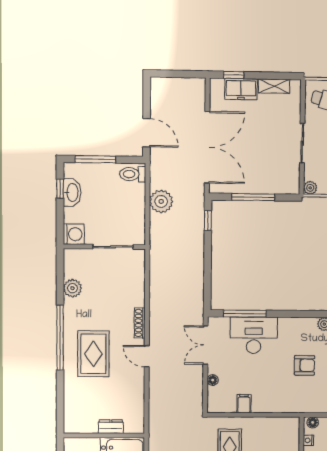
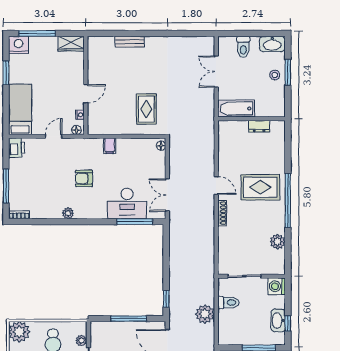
toilet: (133, 174) -> (228, 303), moved
plant: (310, 188) -> (81, 341), moved
double door: (206, 345) -> (167, 195), swing flipped
rug: (93, 354) -> (260, 187), turned 90
floor lamp: (213, 380) -> (161, 146), moved
filing cabinet: (244, 404) -> (110, 146), moved
dresser: (111, 427) -> (259, 126), moved

